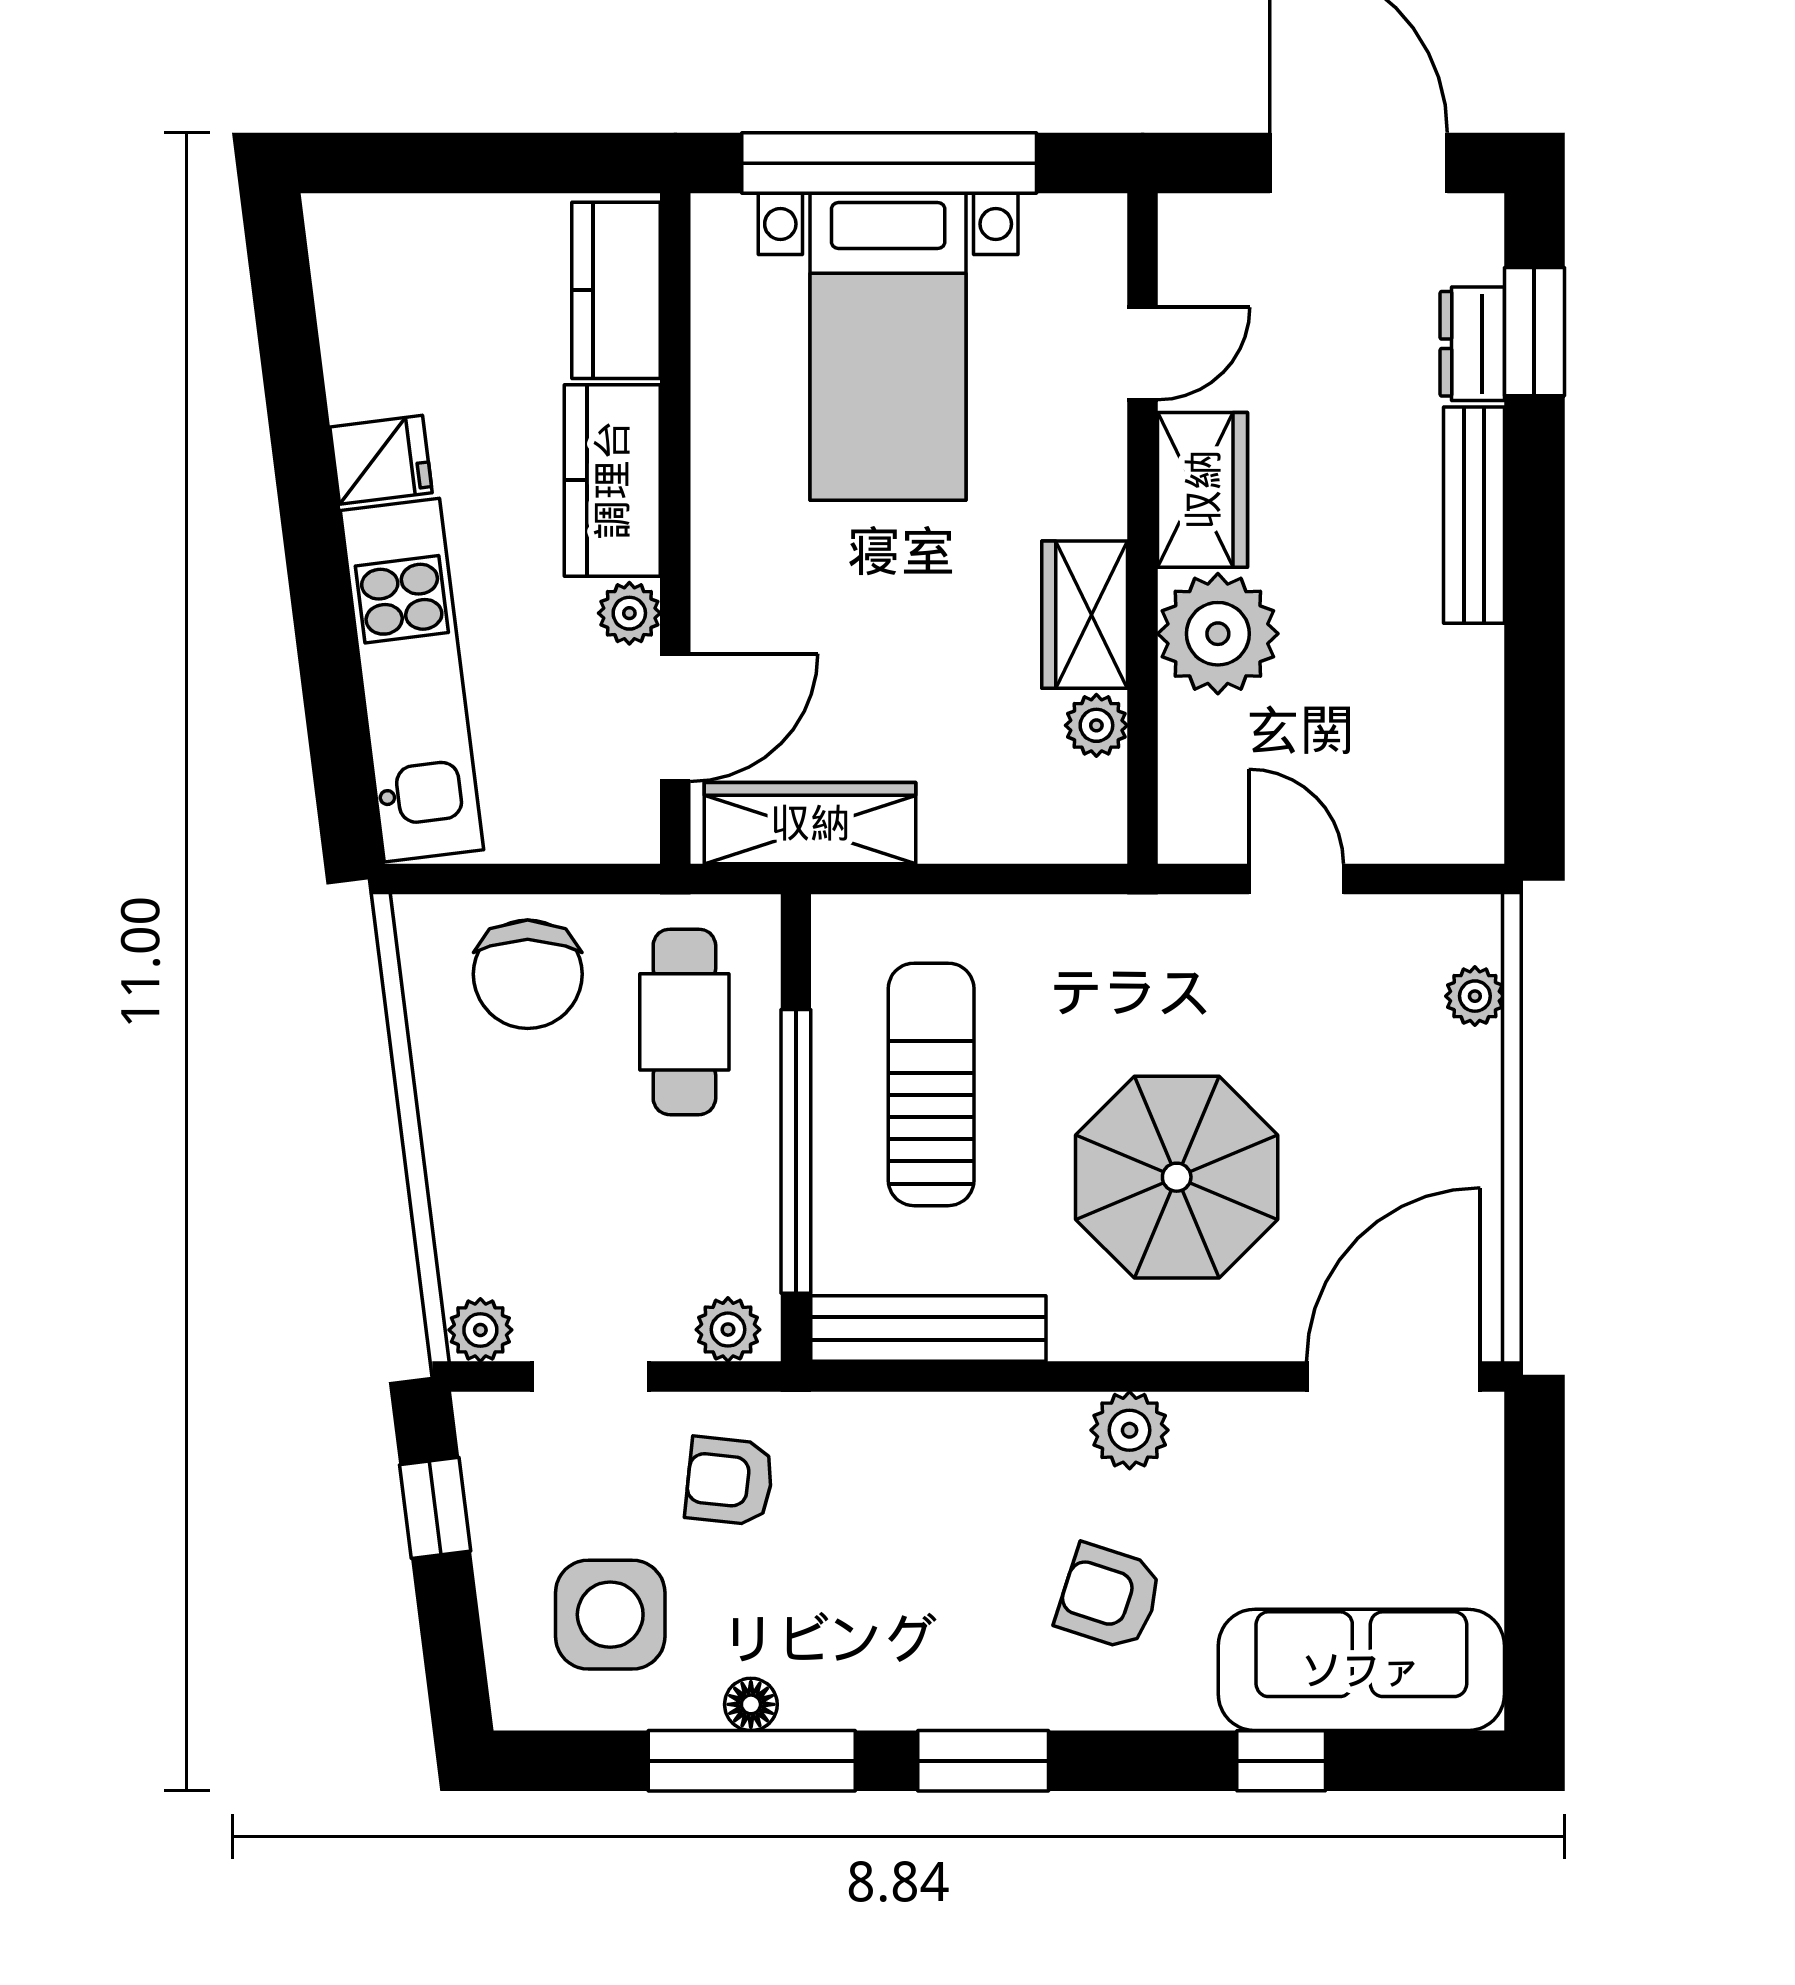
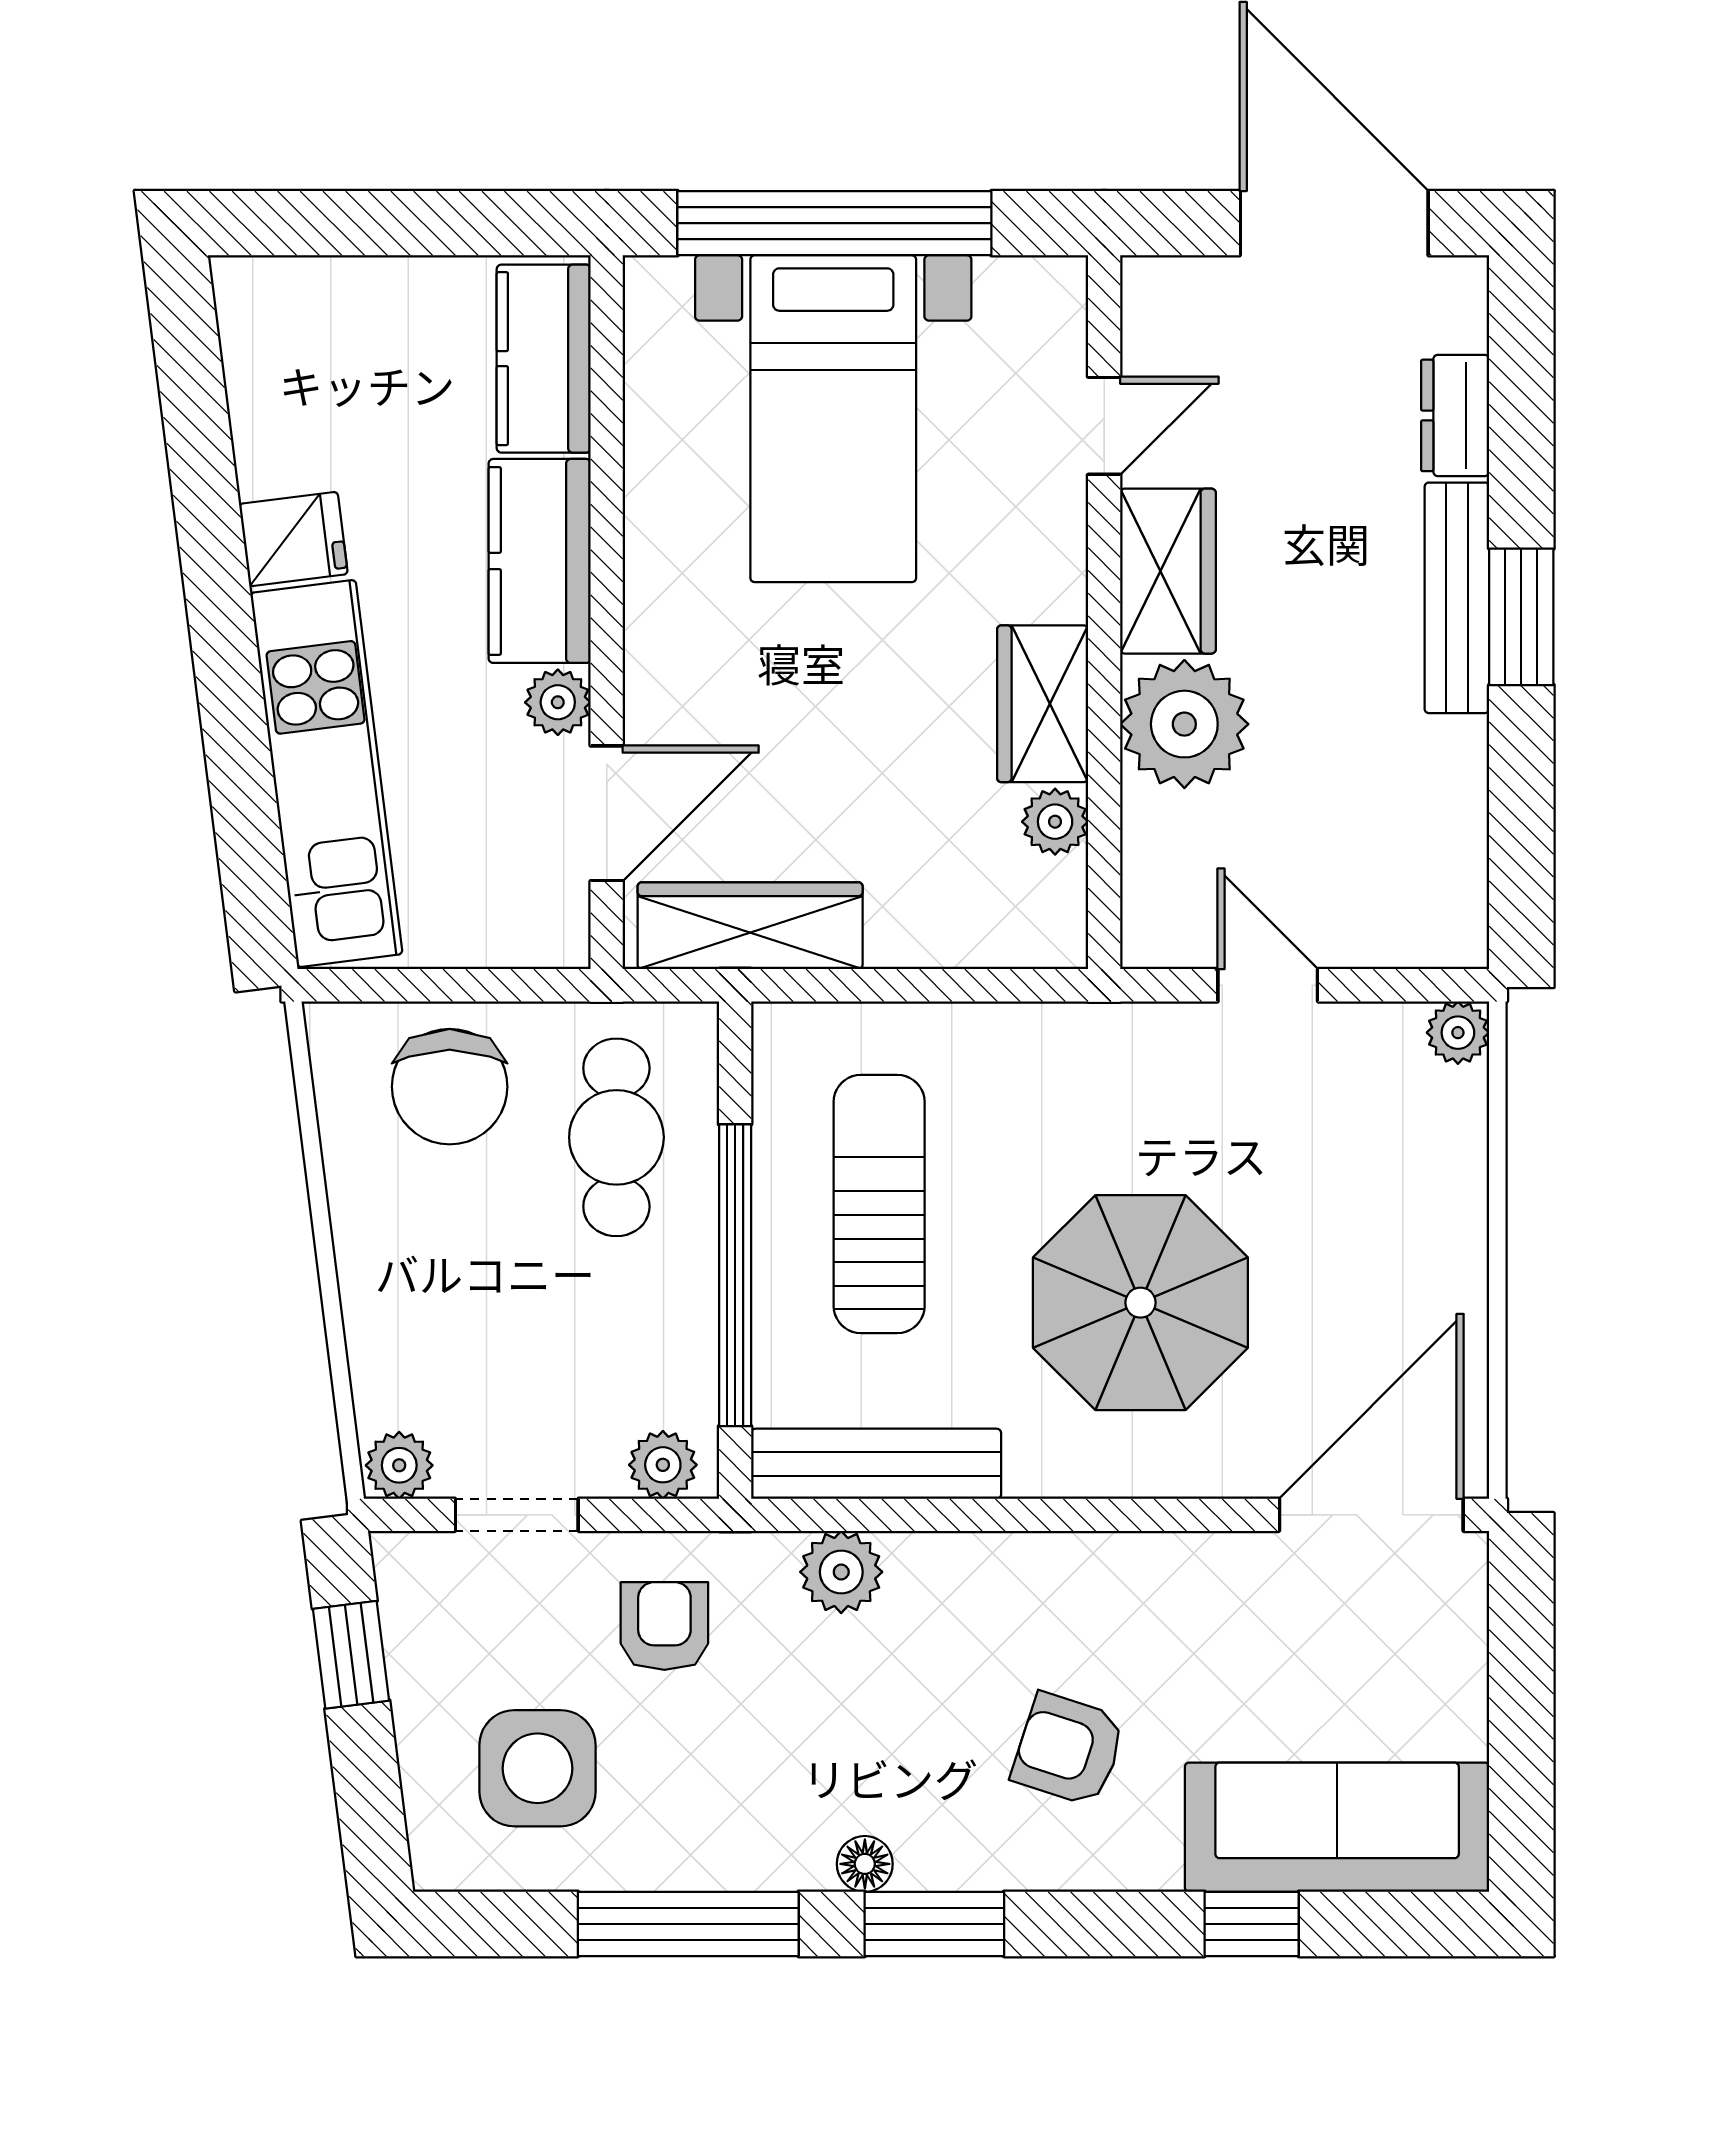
window: (1534, 332) -> (1521, 617), moved
plant: (1475, 996) -> (1458, 1033), moved
plant: (1130, 1430) -> (841, 1572), moved
armchair: (730, 1481) -> (664, 1626), turned 84
floor lamp: (751, 1704) -> (865, 1864), moved

